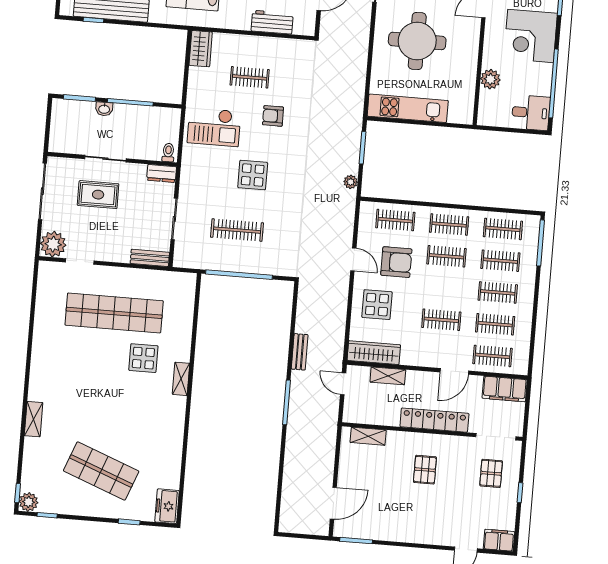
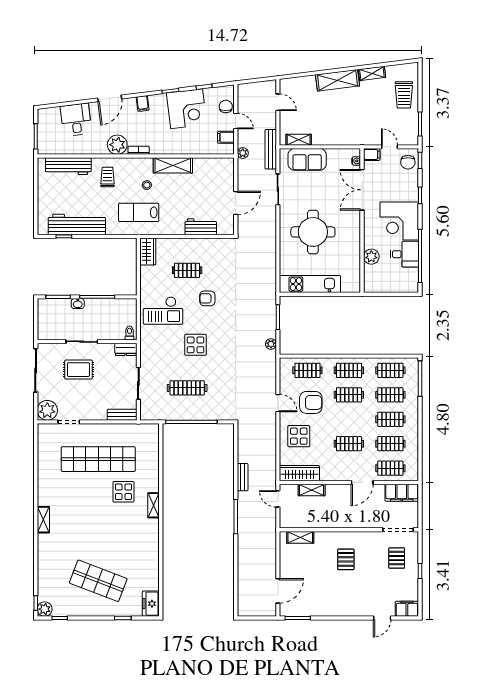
desk: (531, 113) -> (404, 254), moved
shelving: (34, 419) -> (43, 520), moved
locker: (434, 420) -> (350, 521), removed

